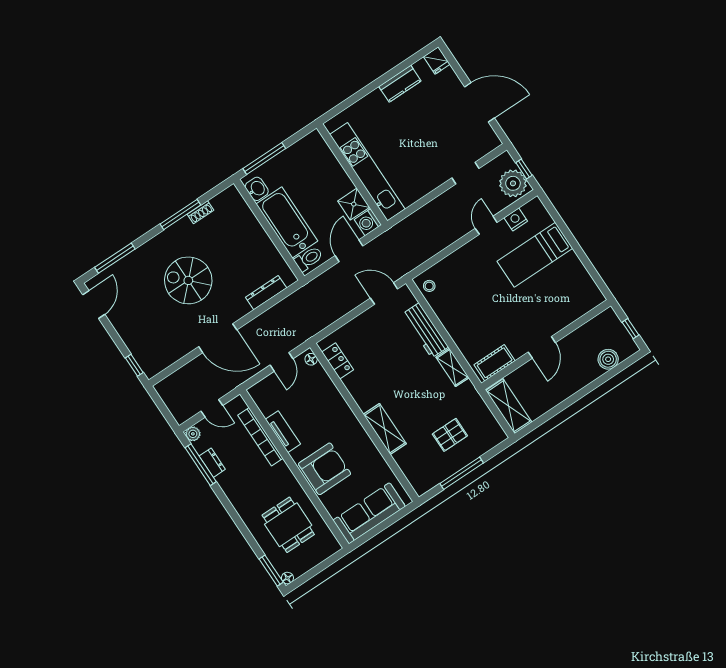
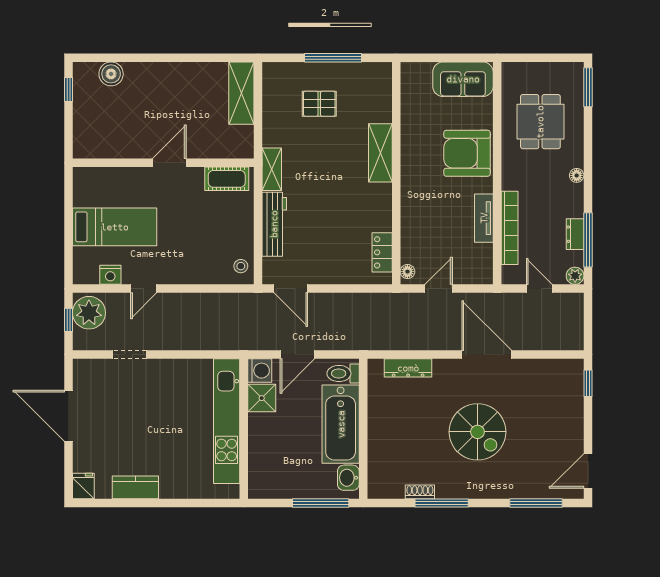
wall: (546, 345) -> (163, 163), moved
door: (542, 347) -> (169, 163), moved
cot: (495, 363) -> (227, 179), moved
sofa: (369, 513) -> (463, 79), width x0.73
floor lamp: (287, 578) -> (577, 175), moved

